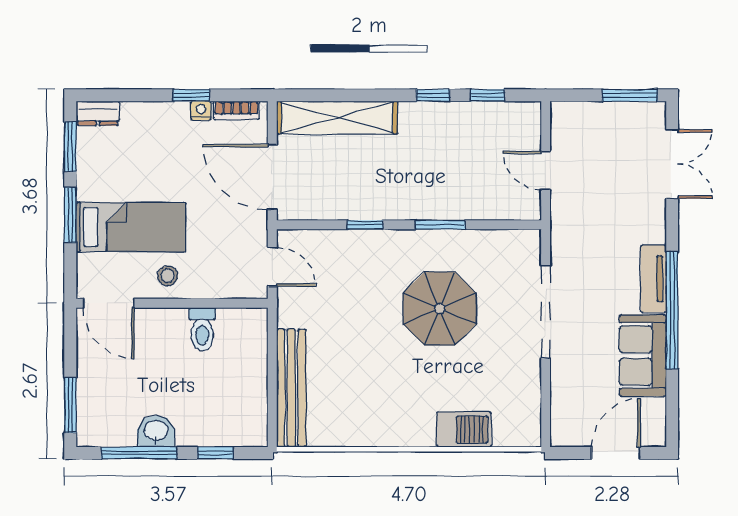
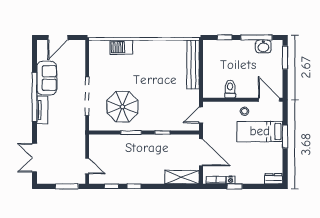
window: (630, 95) -> (67, 186), moved
shelving: (337, 118) -> (182, 177), width x0.68
window: (70, 147) -> (285, 165), removed
door: (546, 170) -> (87, 166), moved
door: (272, 267) -> (201, 115), hinge flipped
parasol: (440, 309) -> (122, 107), moved
washbasin: (156, 431) -> (263, 46), moved

